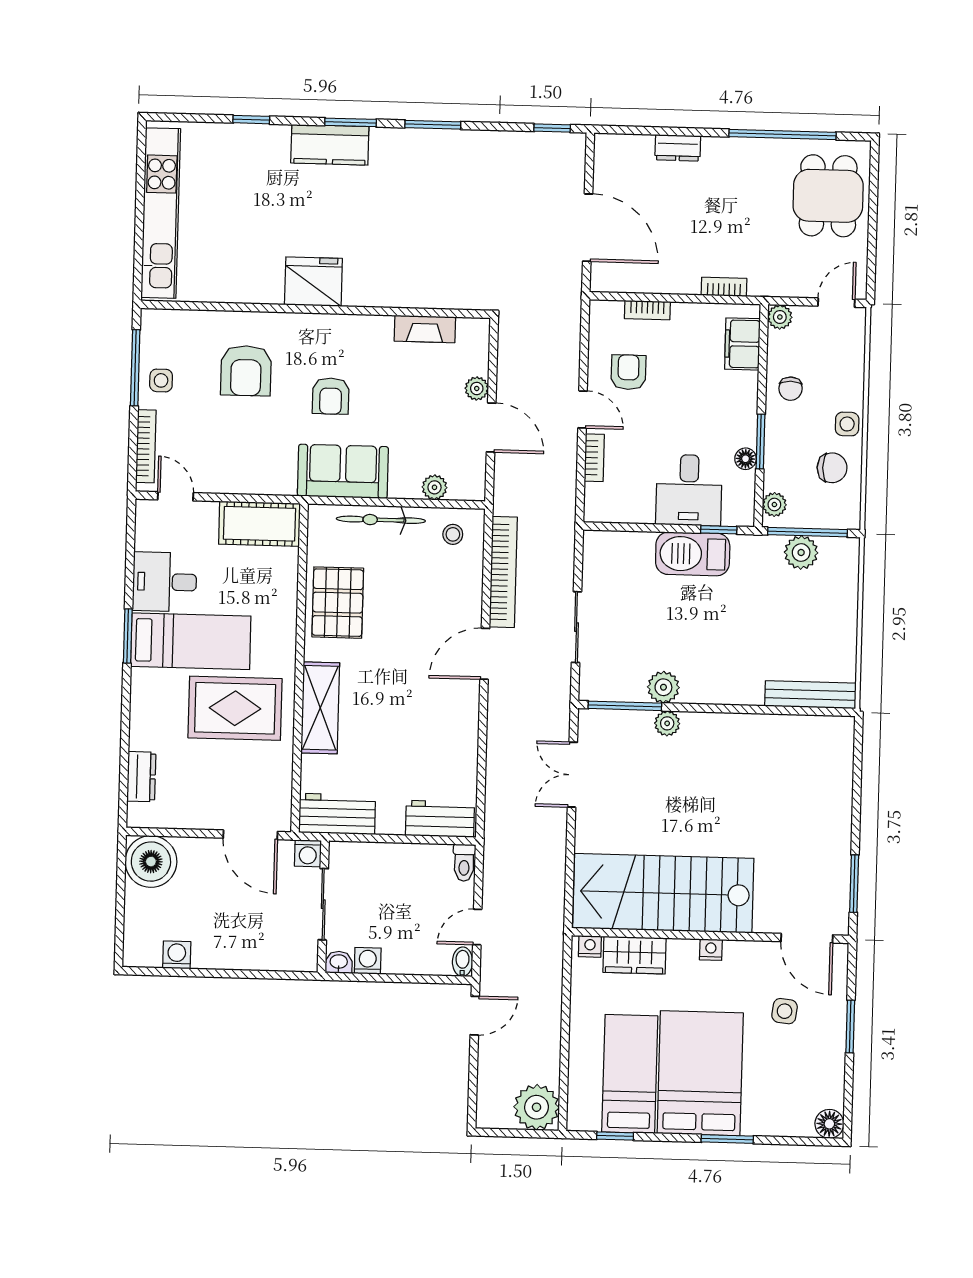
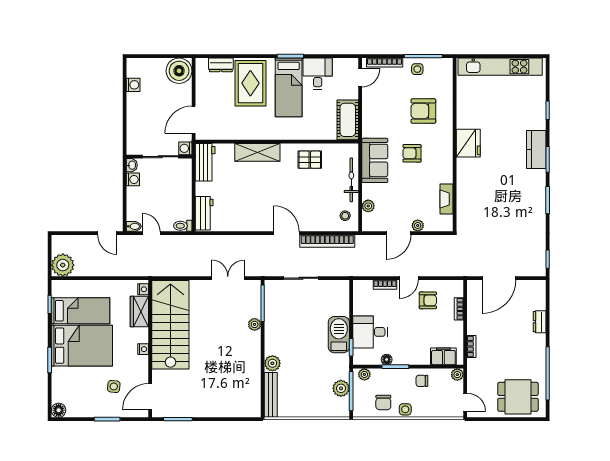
pallet: (338, 603) -> (310, 160), width x0.67, depth x0.71
plant: (663, 687) -> (272, 363), moved
rug: (235, 708) -> (250, 83), moved

